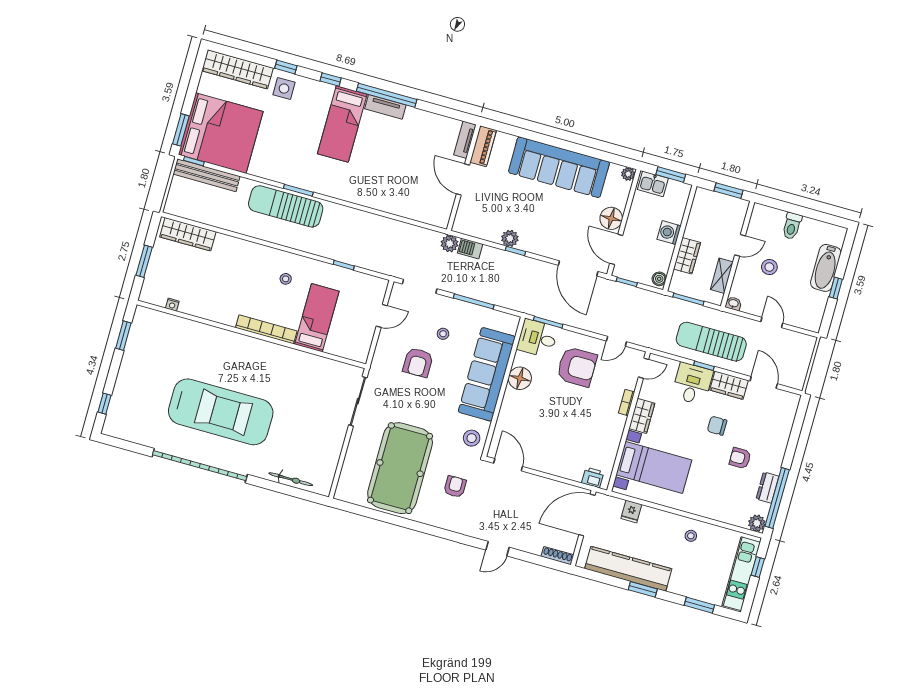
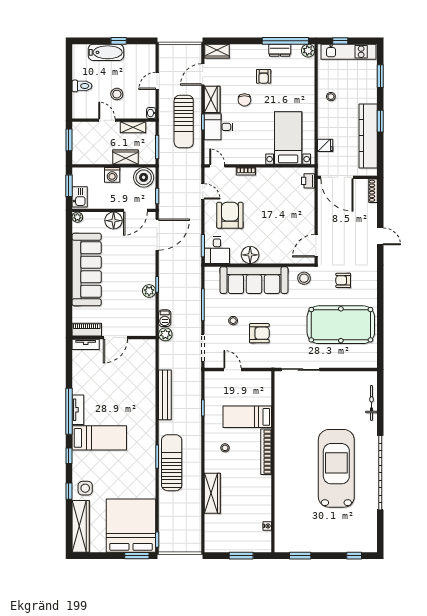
bench: (207, 175) -> (165, 395), moved
sun lounger: (286, 206) -> (172, 463), turned 180
wardrobe: (188, 234) -> (212, 493), moved
boiler: (659, 279) -> (144, 177), width x1.86, depth x1.86
wardrobe: (642, 416) -> (217, 51), moved, turned 180

